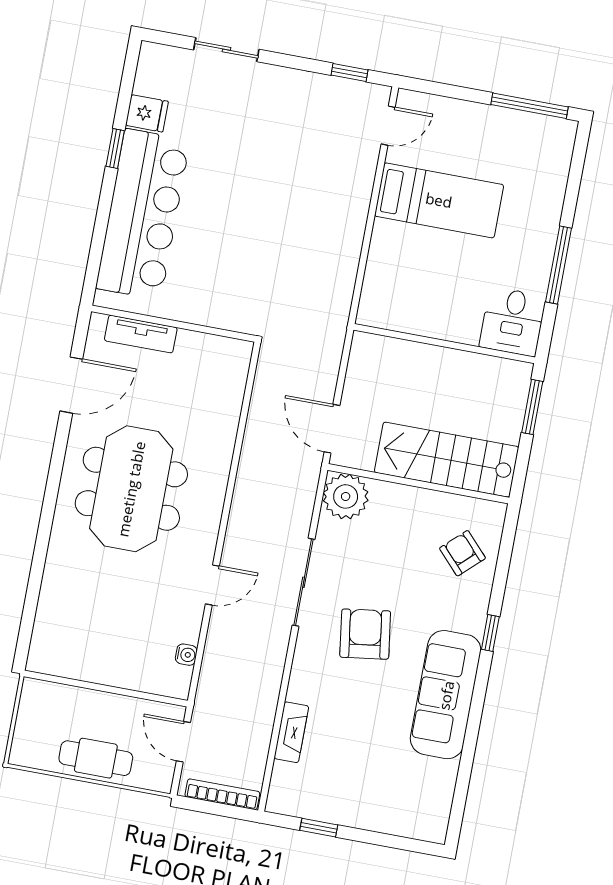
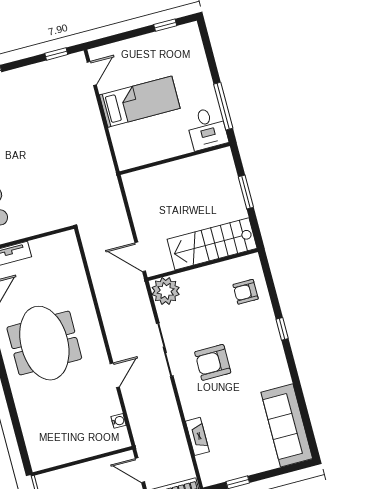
window: (530, 106) -> (165, 25), width x0.46
desk: (513, 322) -> (207, 128), moved
wall: (444, 344) -> (175, 159), moved
armchair: (462, 553) -> (246, 292), turned -47
armchair: (365, 634) -> (213, 362), turned -82
sofa: (446, 695) -> (287, 425), moved

